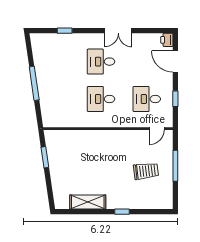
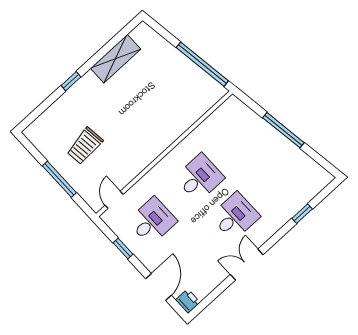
door: (175, 61) -> (158, 287), hinge flipped
window: (45, 157) -> (202, 64), width x2.11

